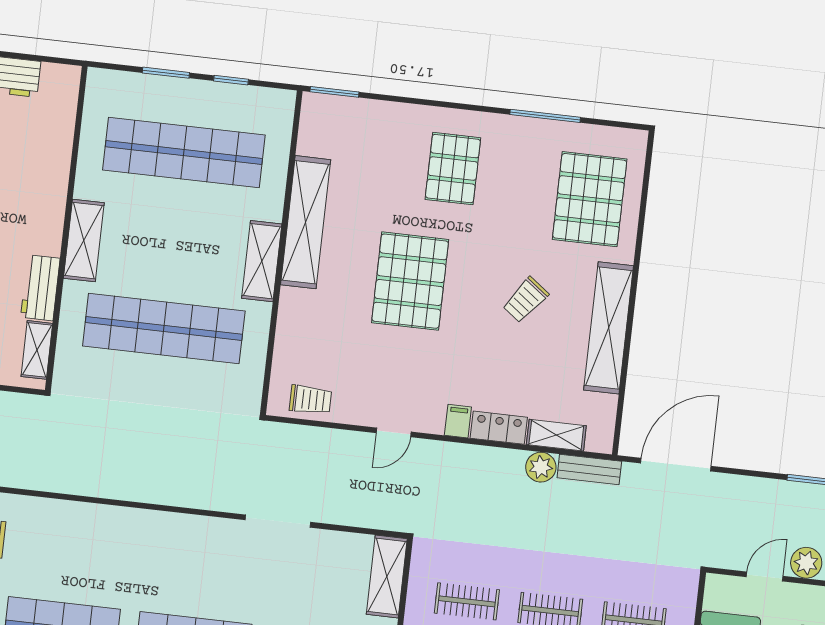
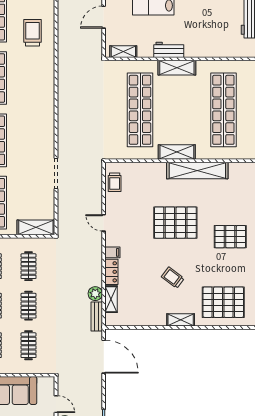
workbench: (40, 288) -> (169, 50), moved
shelving: (609, 328) -> (181, 320), width x0.45, depth x0.75

